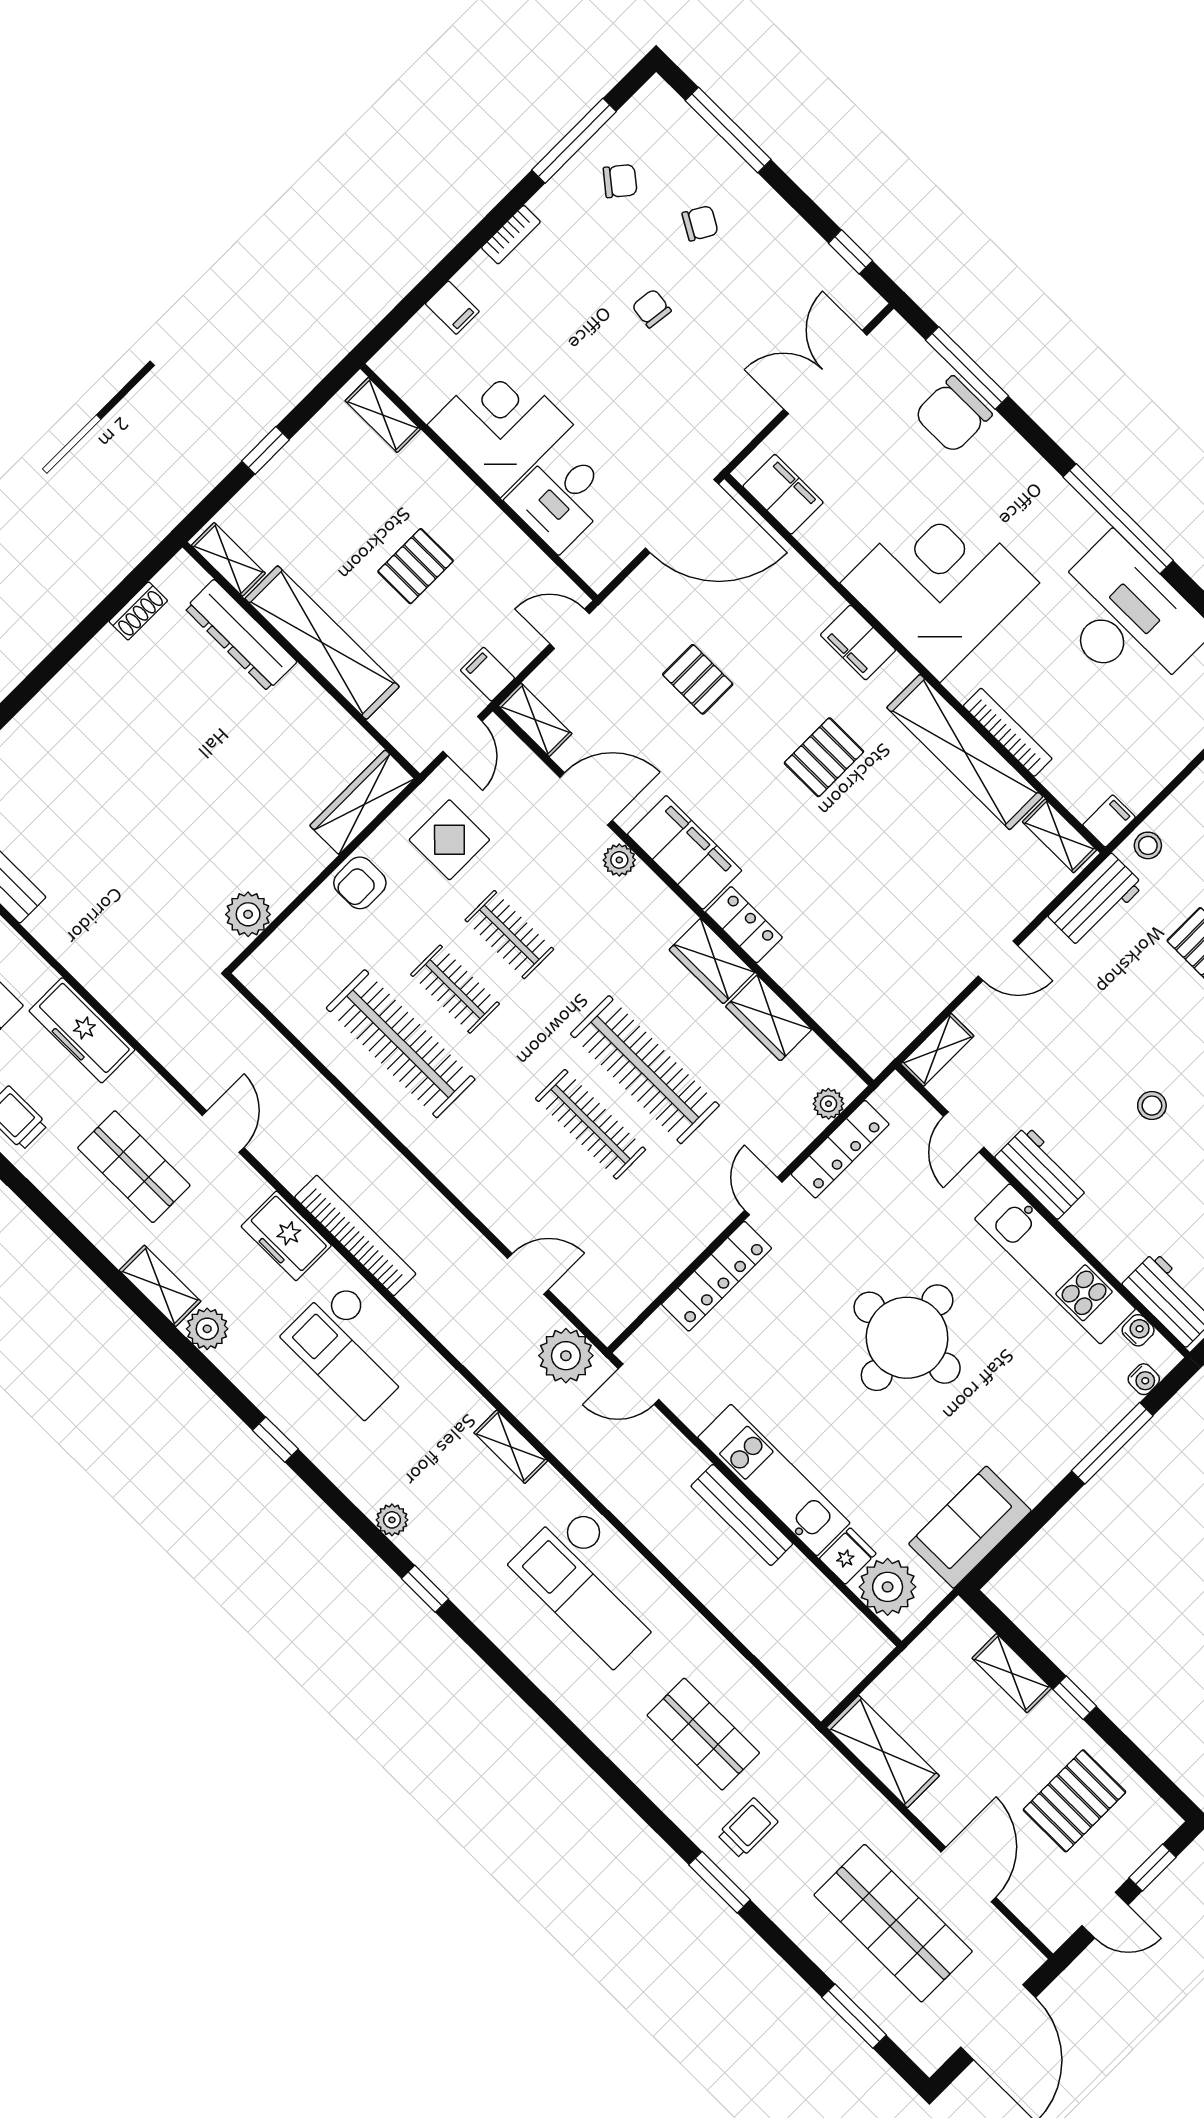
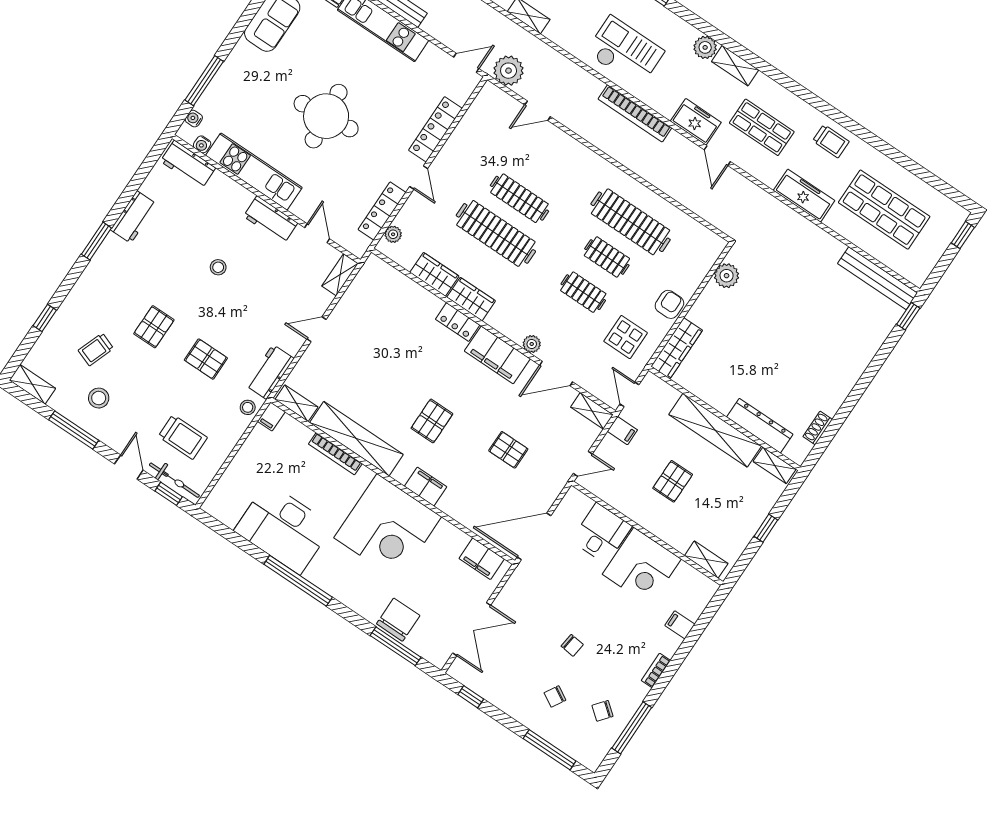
freezer: (286, 1236) -> (696, 122), moved

